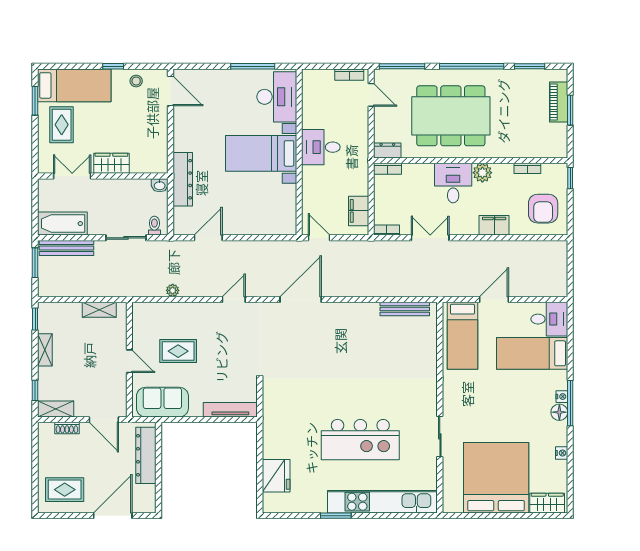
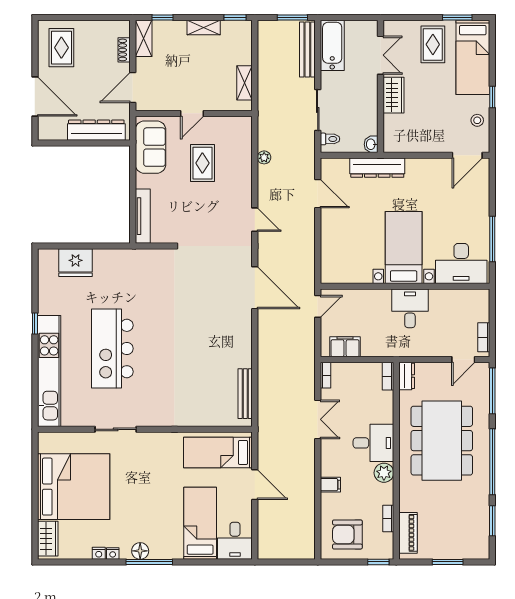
piano: (559, 102) -> (408, 533), moved, turned 90
rug: (62, 125) -> (433, 44), turned 90
filing cabinet: (494, 225) -> (330, 485), width x0.50
nightstand: (562, 397) -> (113, 554), moved
window: (336, 516) -> (35, 323), width x0.67

